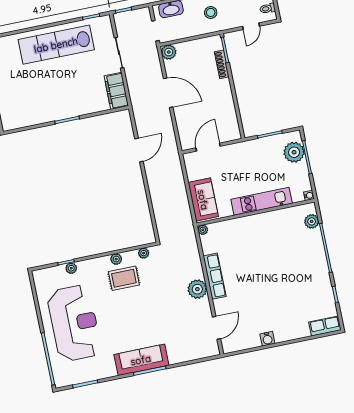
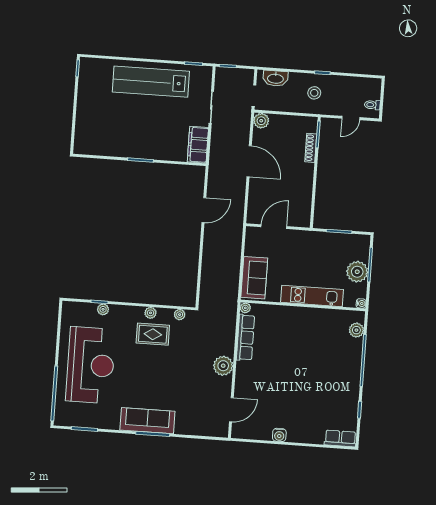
plant: (294, 152) -> (357, 272), moved
row of seats: (215, 276) -> (245, 337), moved

